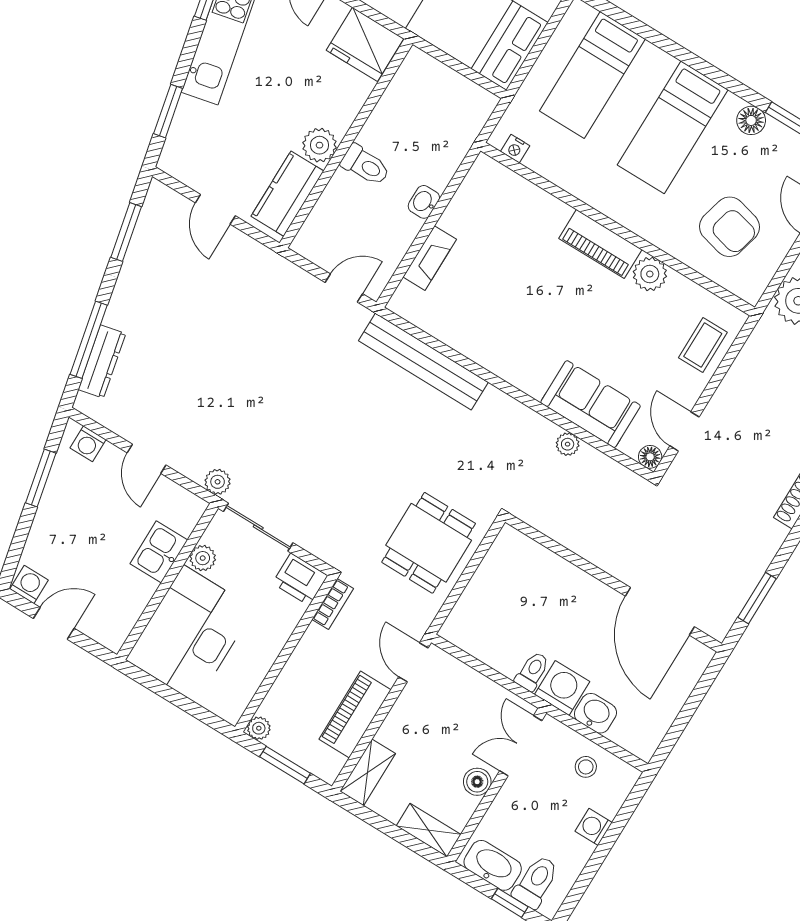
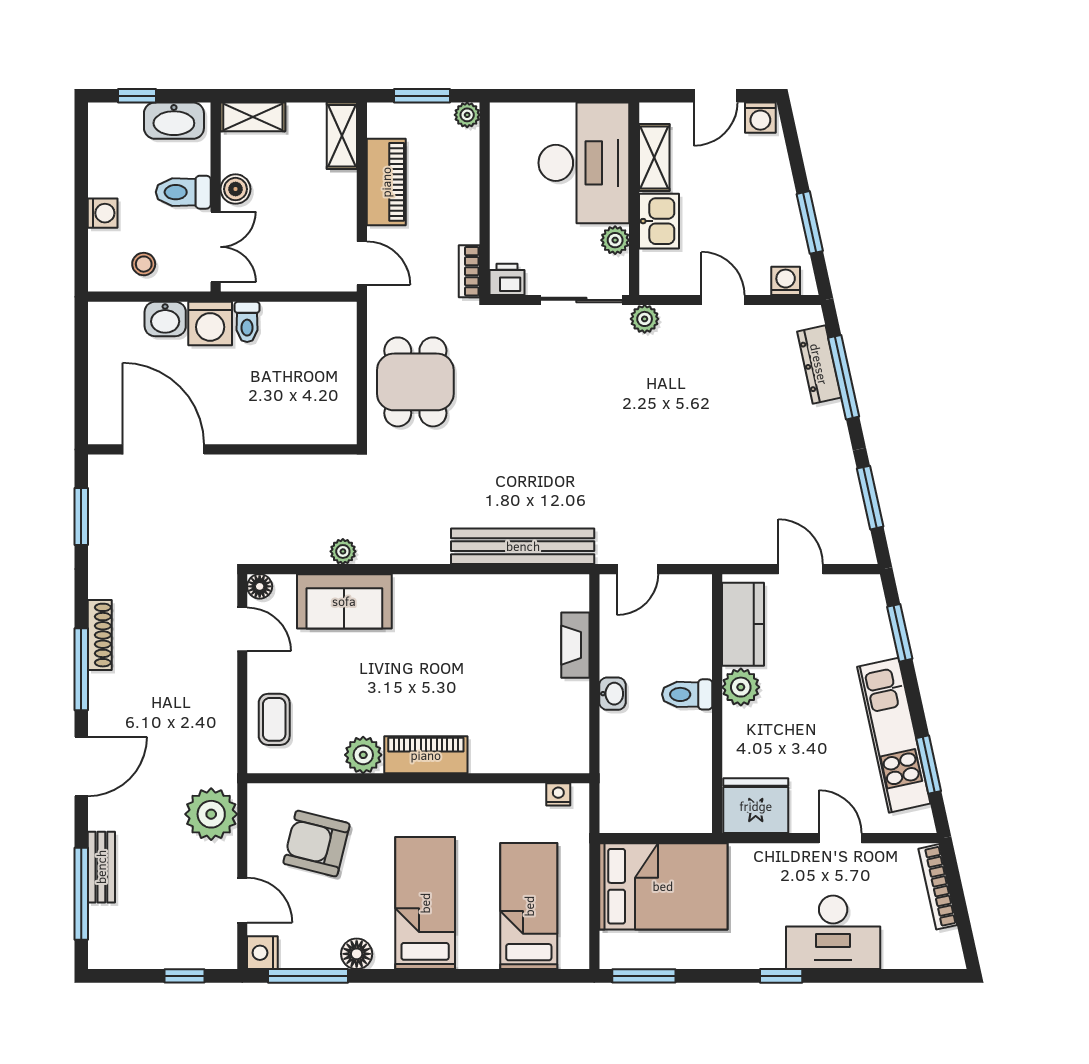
printer: (300, 579) -> (507, 279), width x0.73, depth x0.81
shelving: (132, 604) -> (654, 157), added
toilet: (536, 882) -> (183, 192), moved, turned 90

